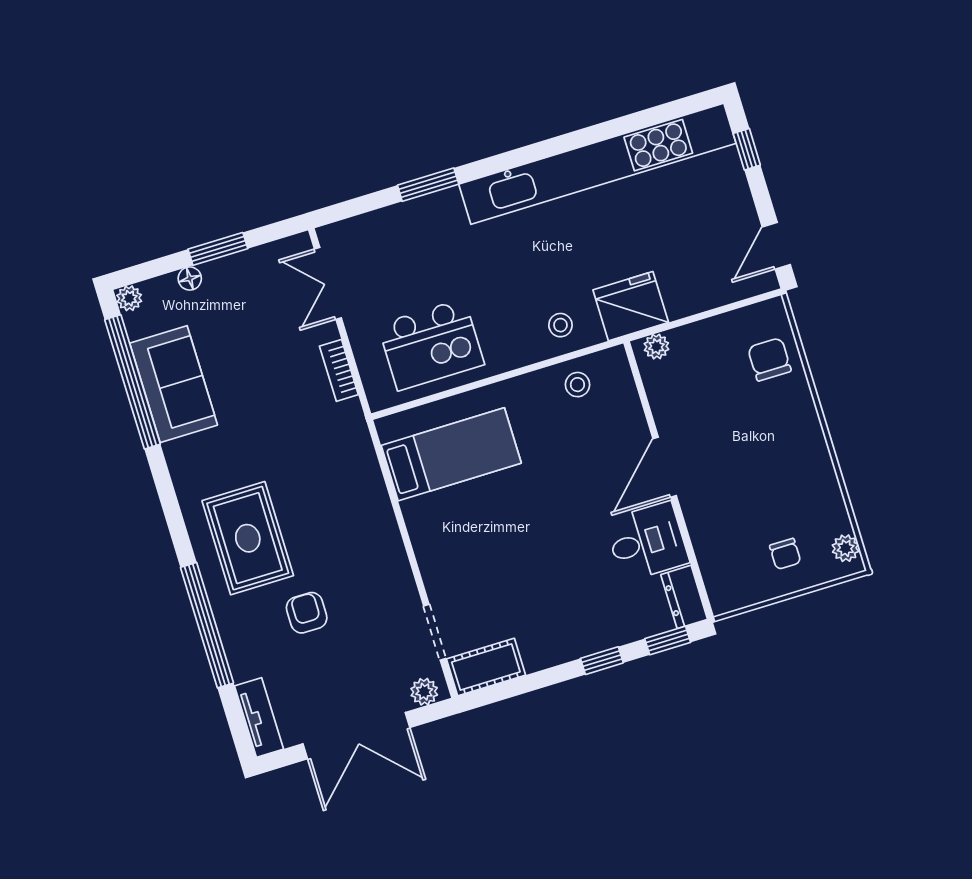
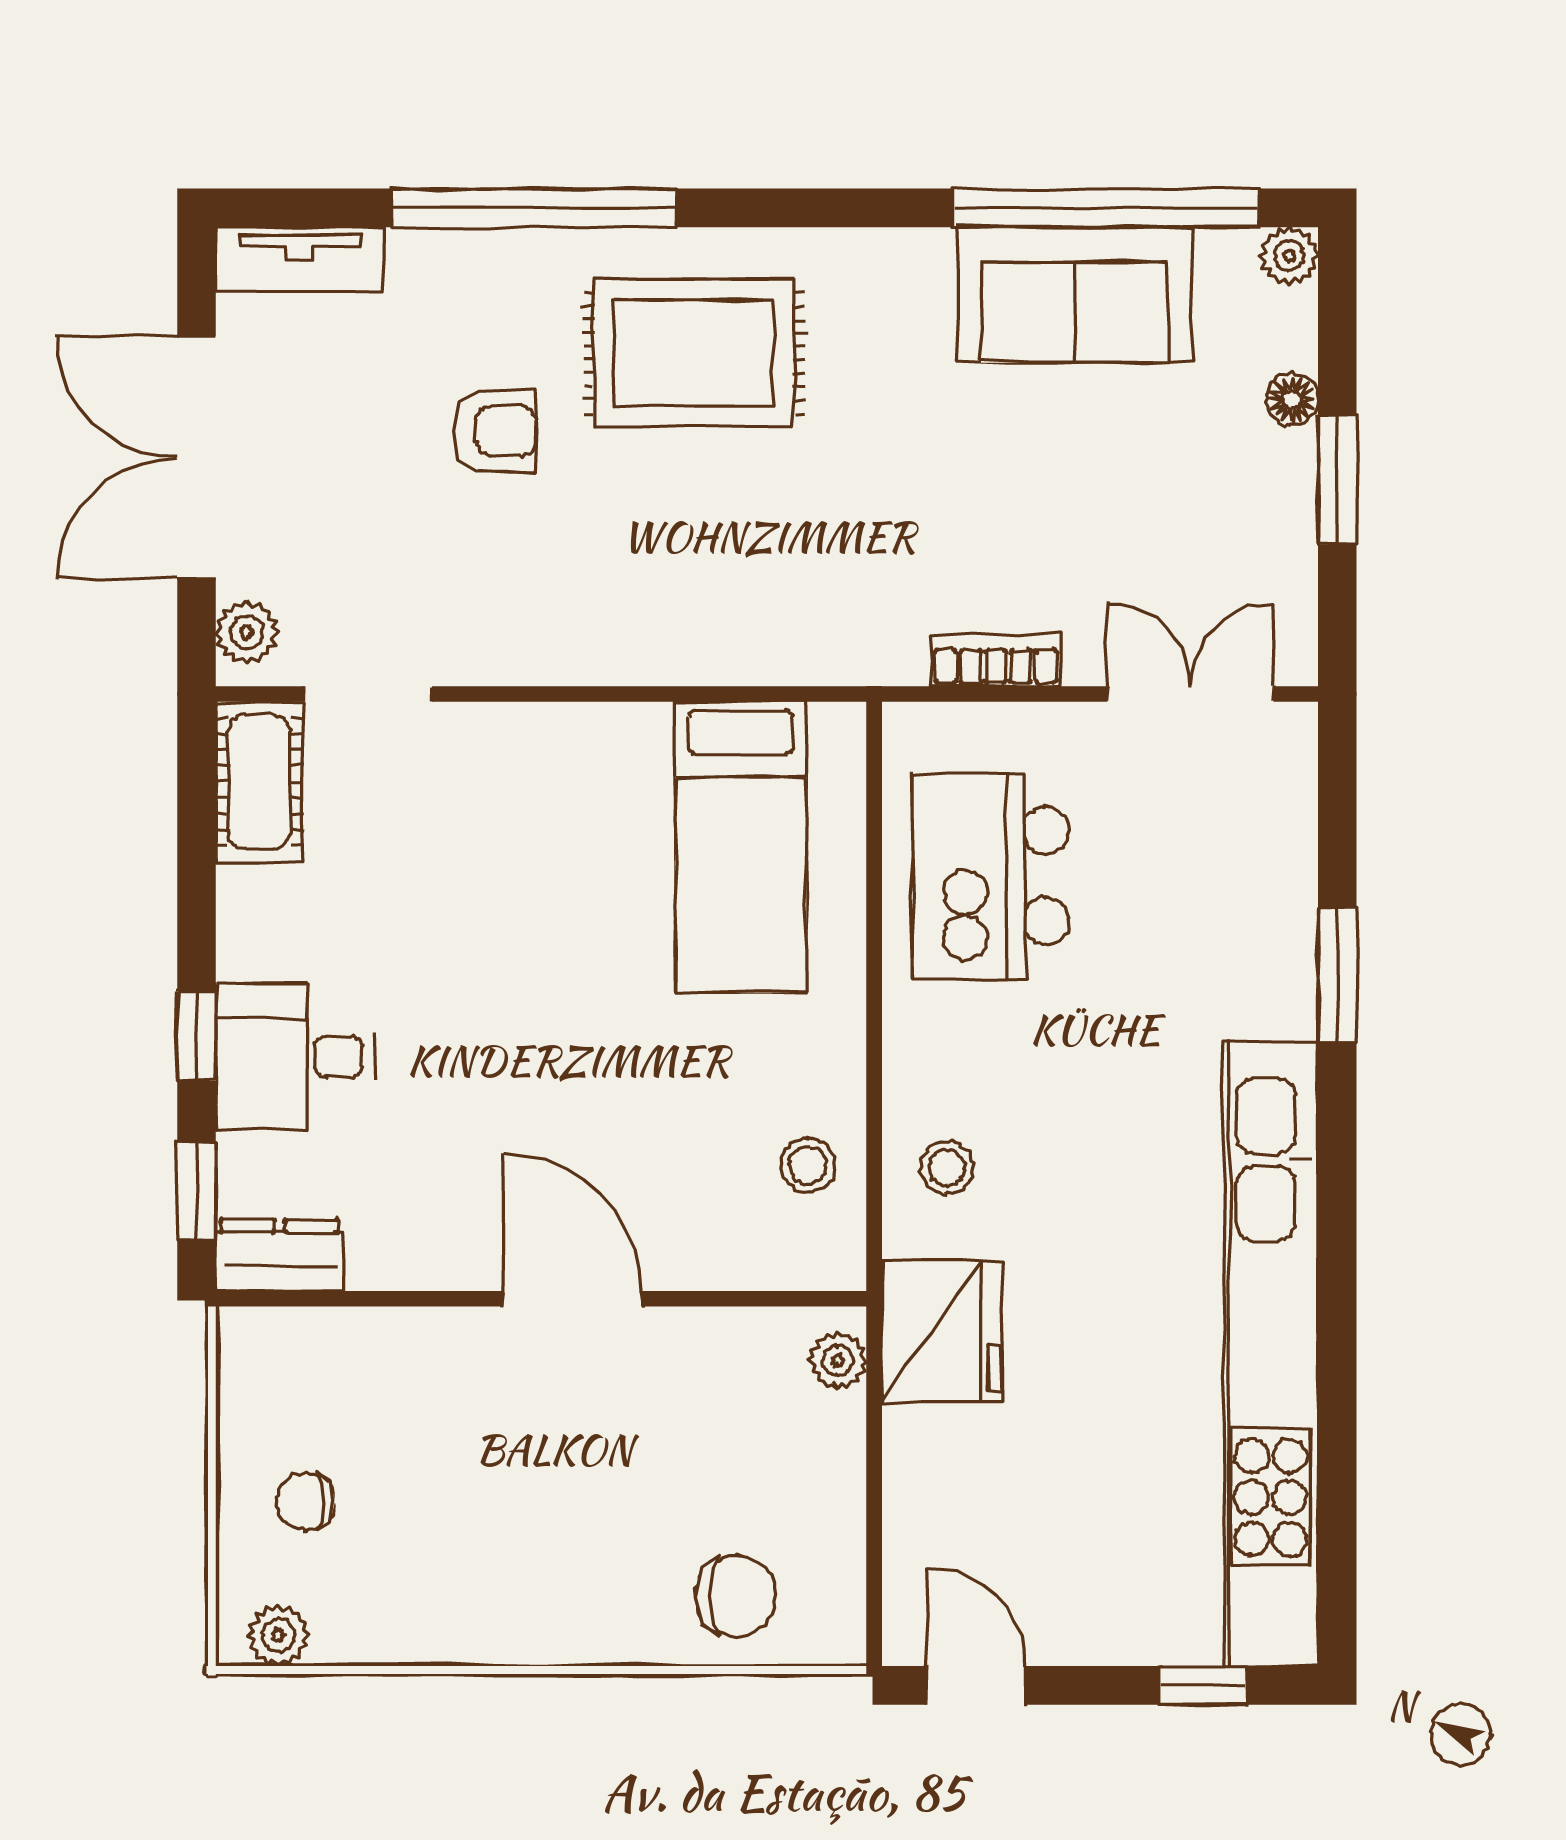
desk: (647, 542) -> (295, 1057), moved, turned 90

